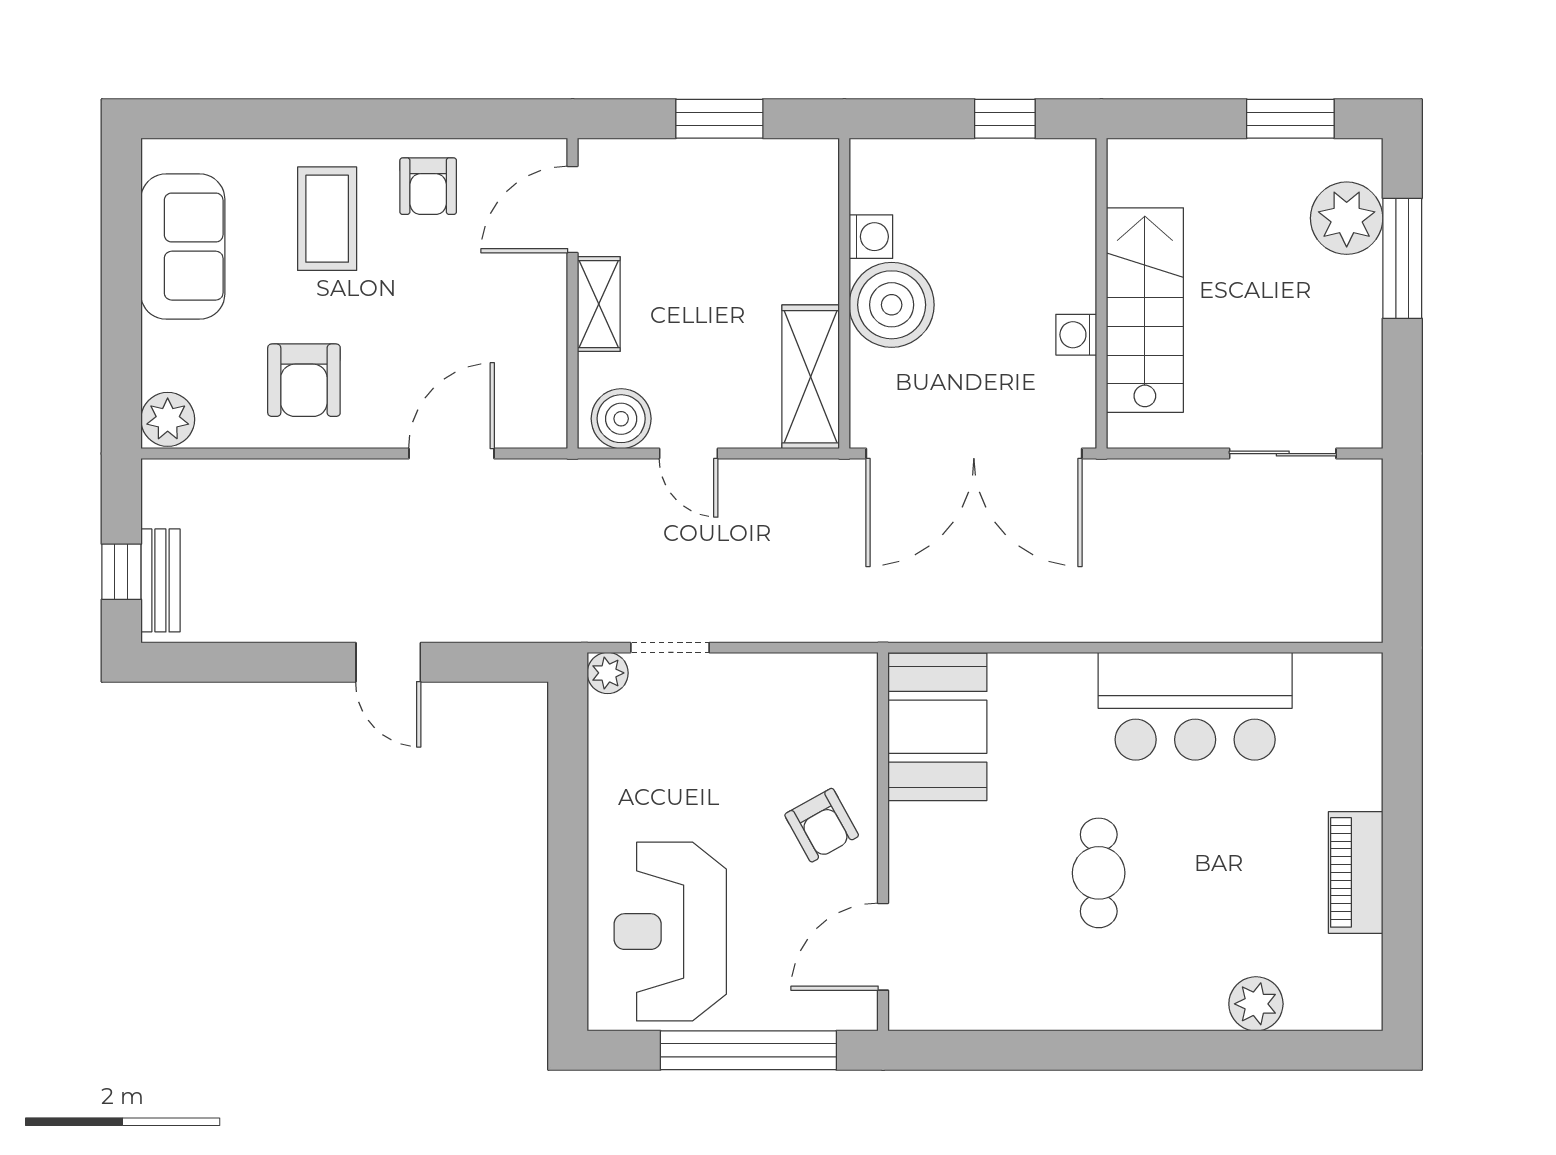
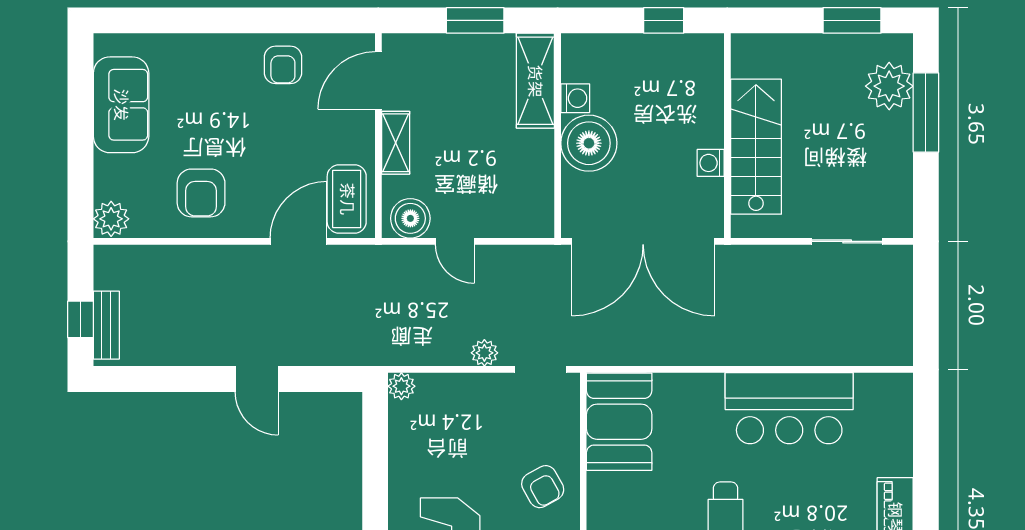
coffee table: (327, 219) -> (347, 199), moved
shelving: (811, 377) -> (535, 81), moved
plant: (733, 622) -> (484, 353), added
doorway: (670, 648) -> (541, 369), moved

